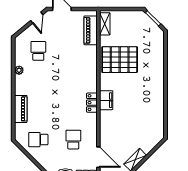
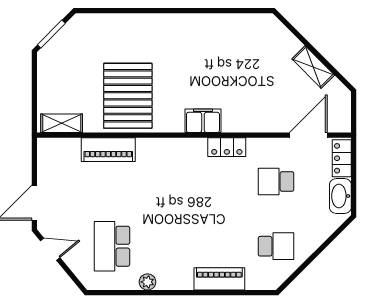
piano: (91, 30) -> (108, 150), moved
school desk: (38, 51) -> (112, 246), width x1.85
locker: (92, 103) -> (227, 147), moved
school desk: (38, 140) -> (276, 246), turned -90

